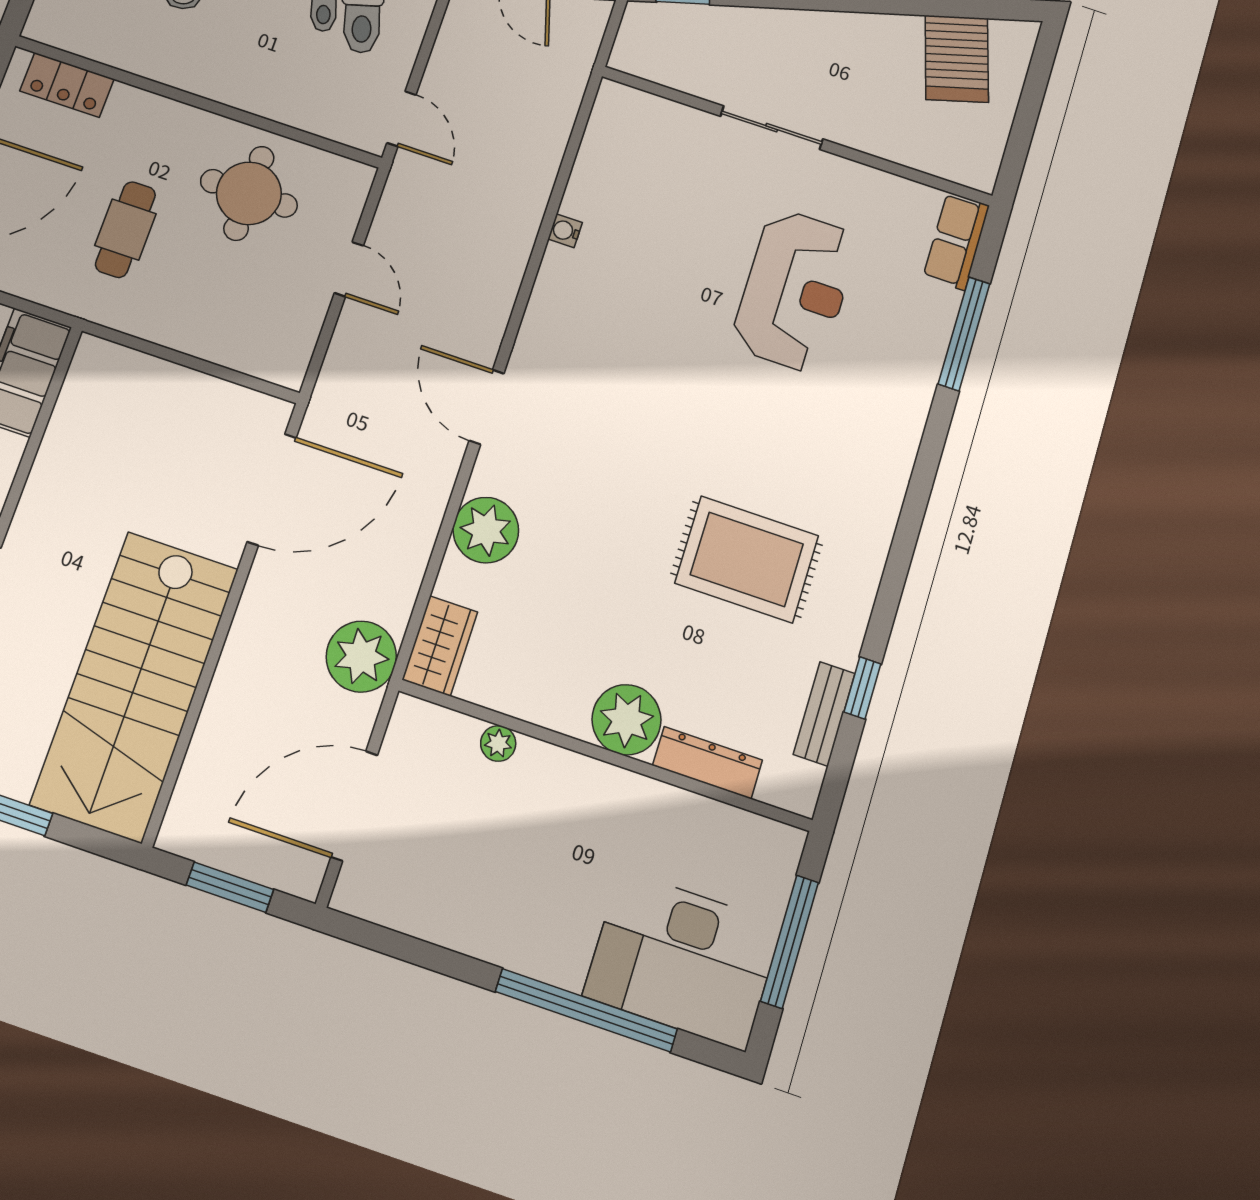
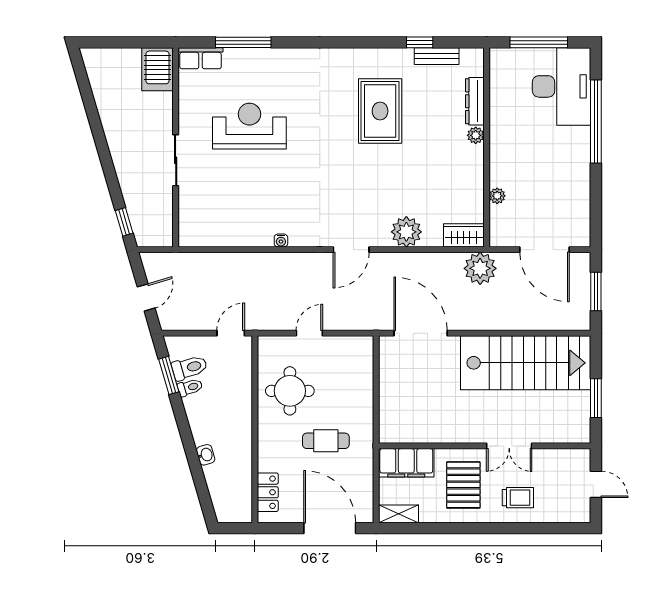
server rack: (957, 59) -> (158, 69), moved, turned 106
water cooler: (565, 231) -> (281, 240), moved
plant: (627, 720) -> (476, 135), width x0.53, depth x0.53

